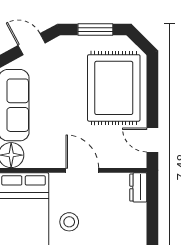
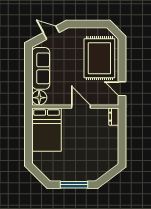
window: (95, 30) -> (89, 24), removed
stool: (69, 222) -> (73, 137), removed

